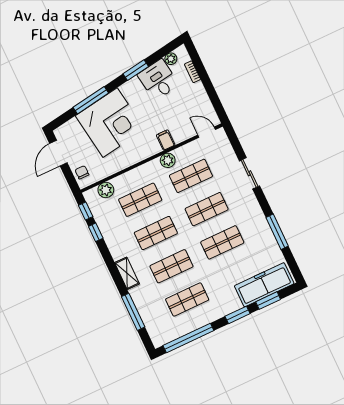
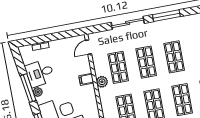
plant: (171, 59) -> (38, 92), moved
window: (136, 70) -> (28, 88), width x1.44
sliding door: (250, 173) -> (128, 23), width x1.37
window: (277, 232) -> (166, 16), moved

